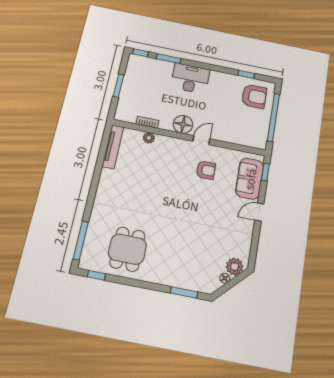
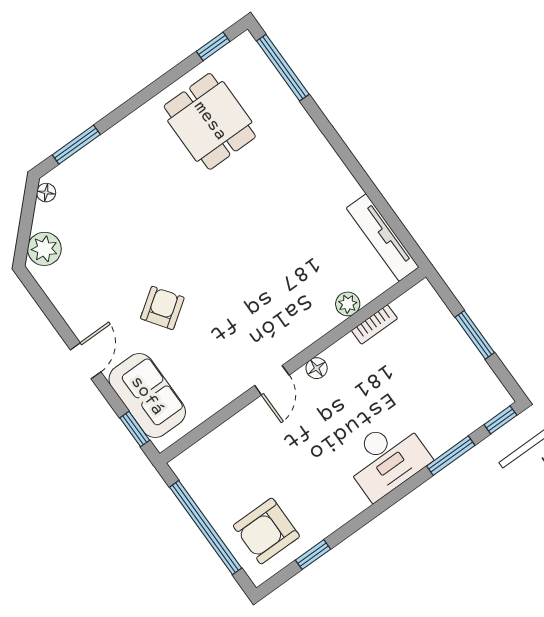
floor lamp: (183, 124) -> (317, 368), width x0.53, depth x0.53
armchair: (206, 170) -> (162, 308), moved, turned 145
floor lamp: (225, 278) -> (46, 193), moved

